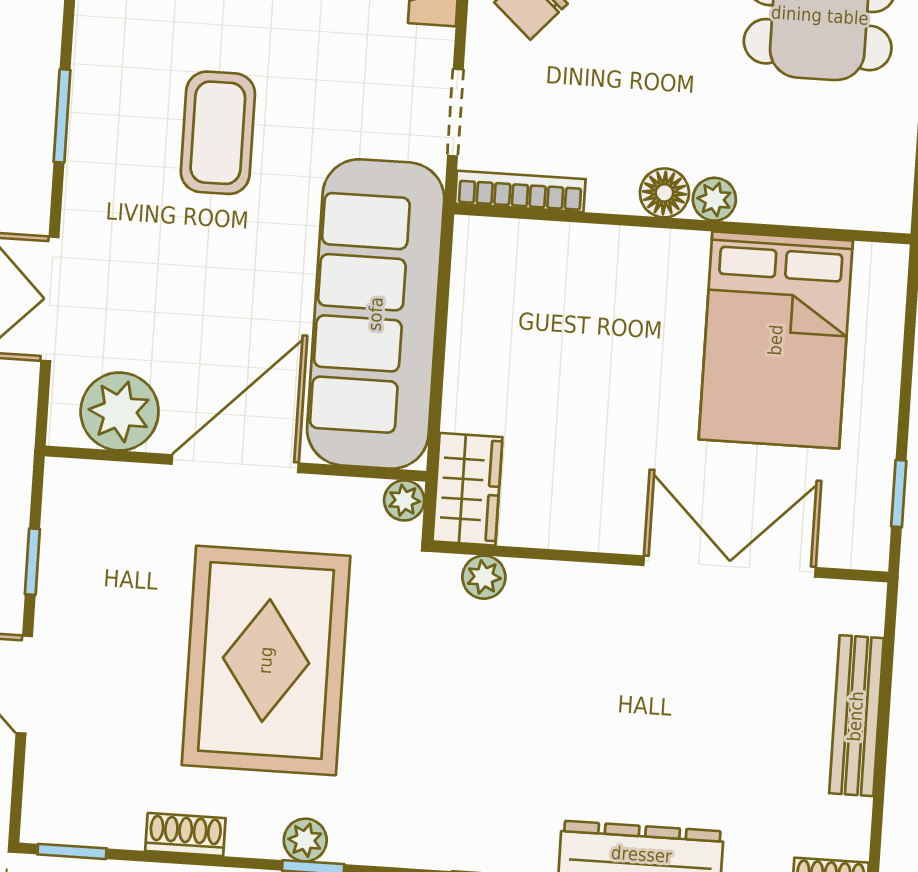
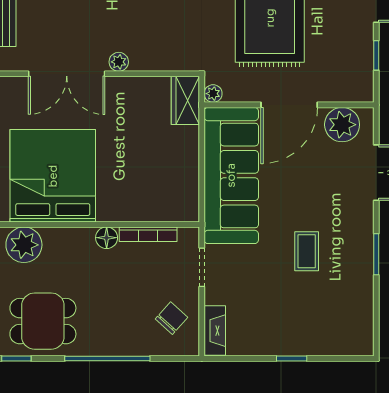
coffee table: (218, 133) -> (307, 251), width x0.73, depth x0.77
bookcase: (520, 191) -> (148, 234), moved
plant: (714, 199) -> (24, 245), moved, width x1.87, depth x1.87
bed: (776, 340) -> (53, 176), width x1.36
plant: (484, 577) -> (119, 62), moved

